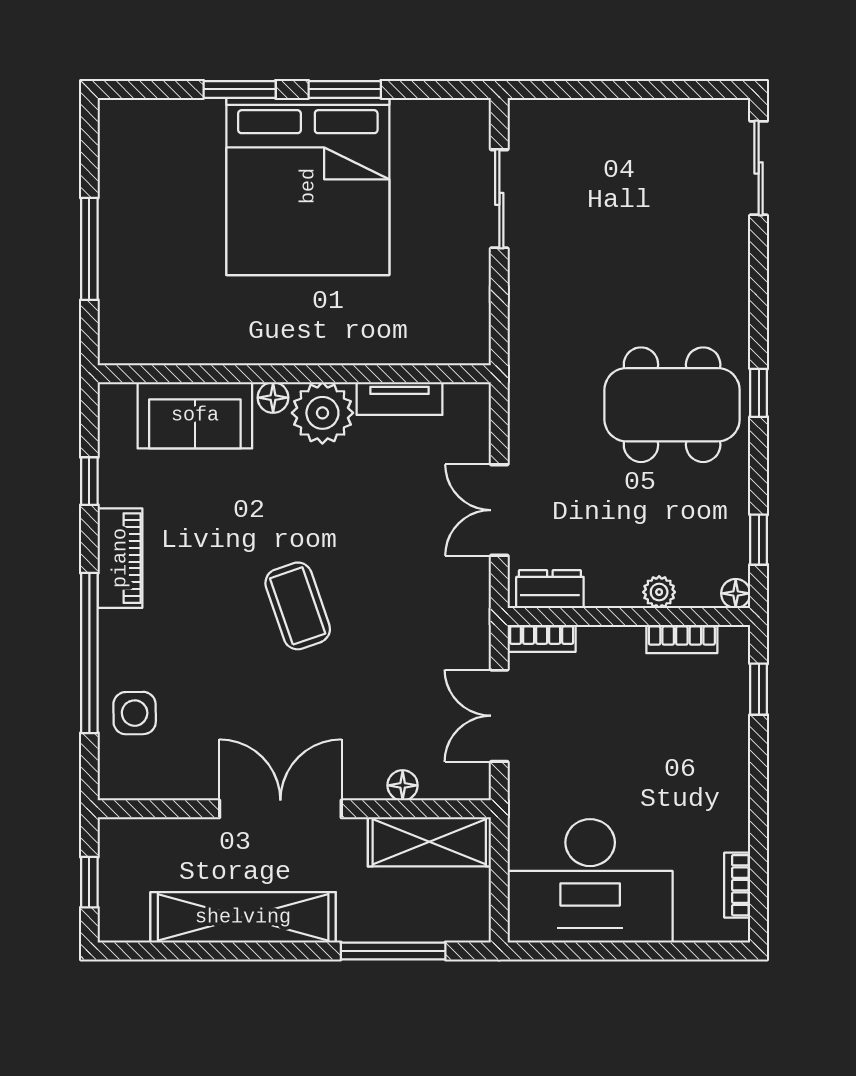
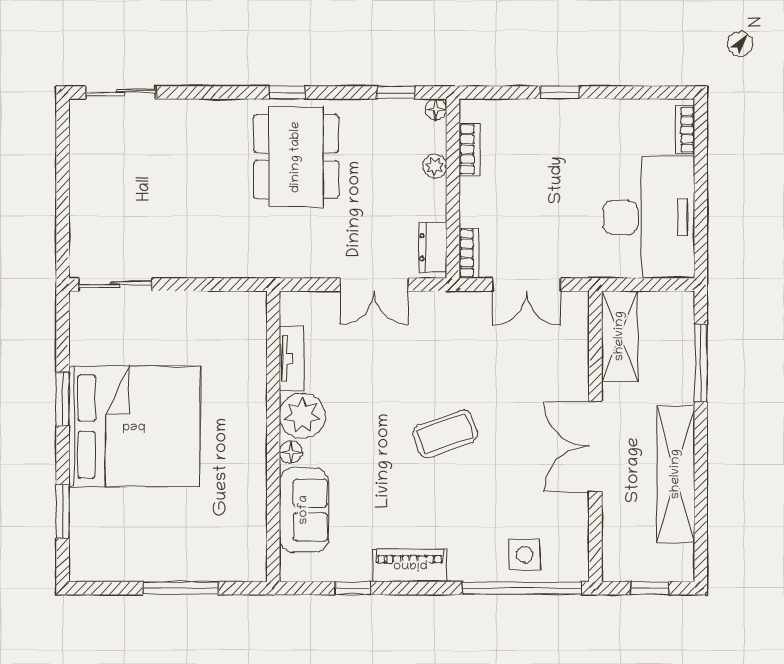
window: (240, 89) -> (63, 512), moved
sliding door: (499, 199) -> (115, 285), moved
window: (89, 653) -> (522, 588), moved
window: (759, 689) -> (560, 93), moved
floor lamp: (403, 785) -> (578, 356), removed
bookcase: (737, 885) -> (685, 130), moved, turned 90

